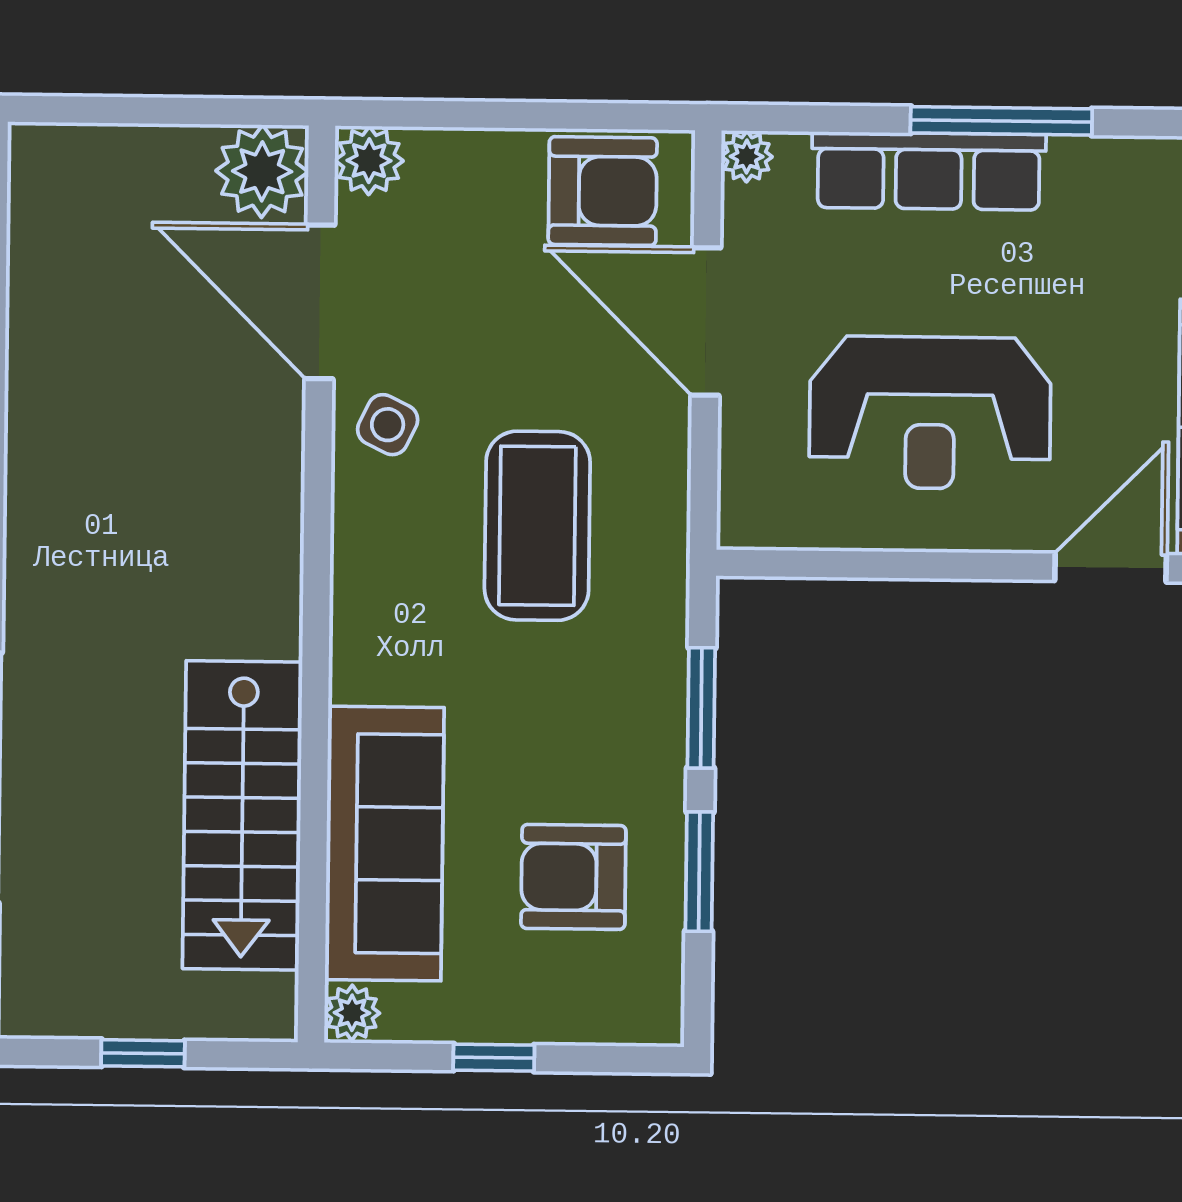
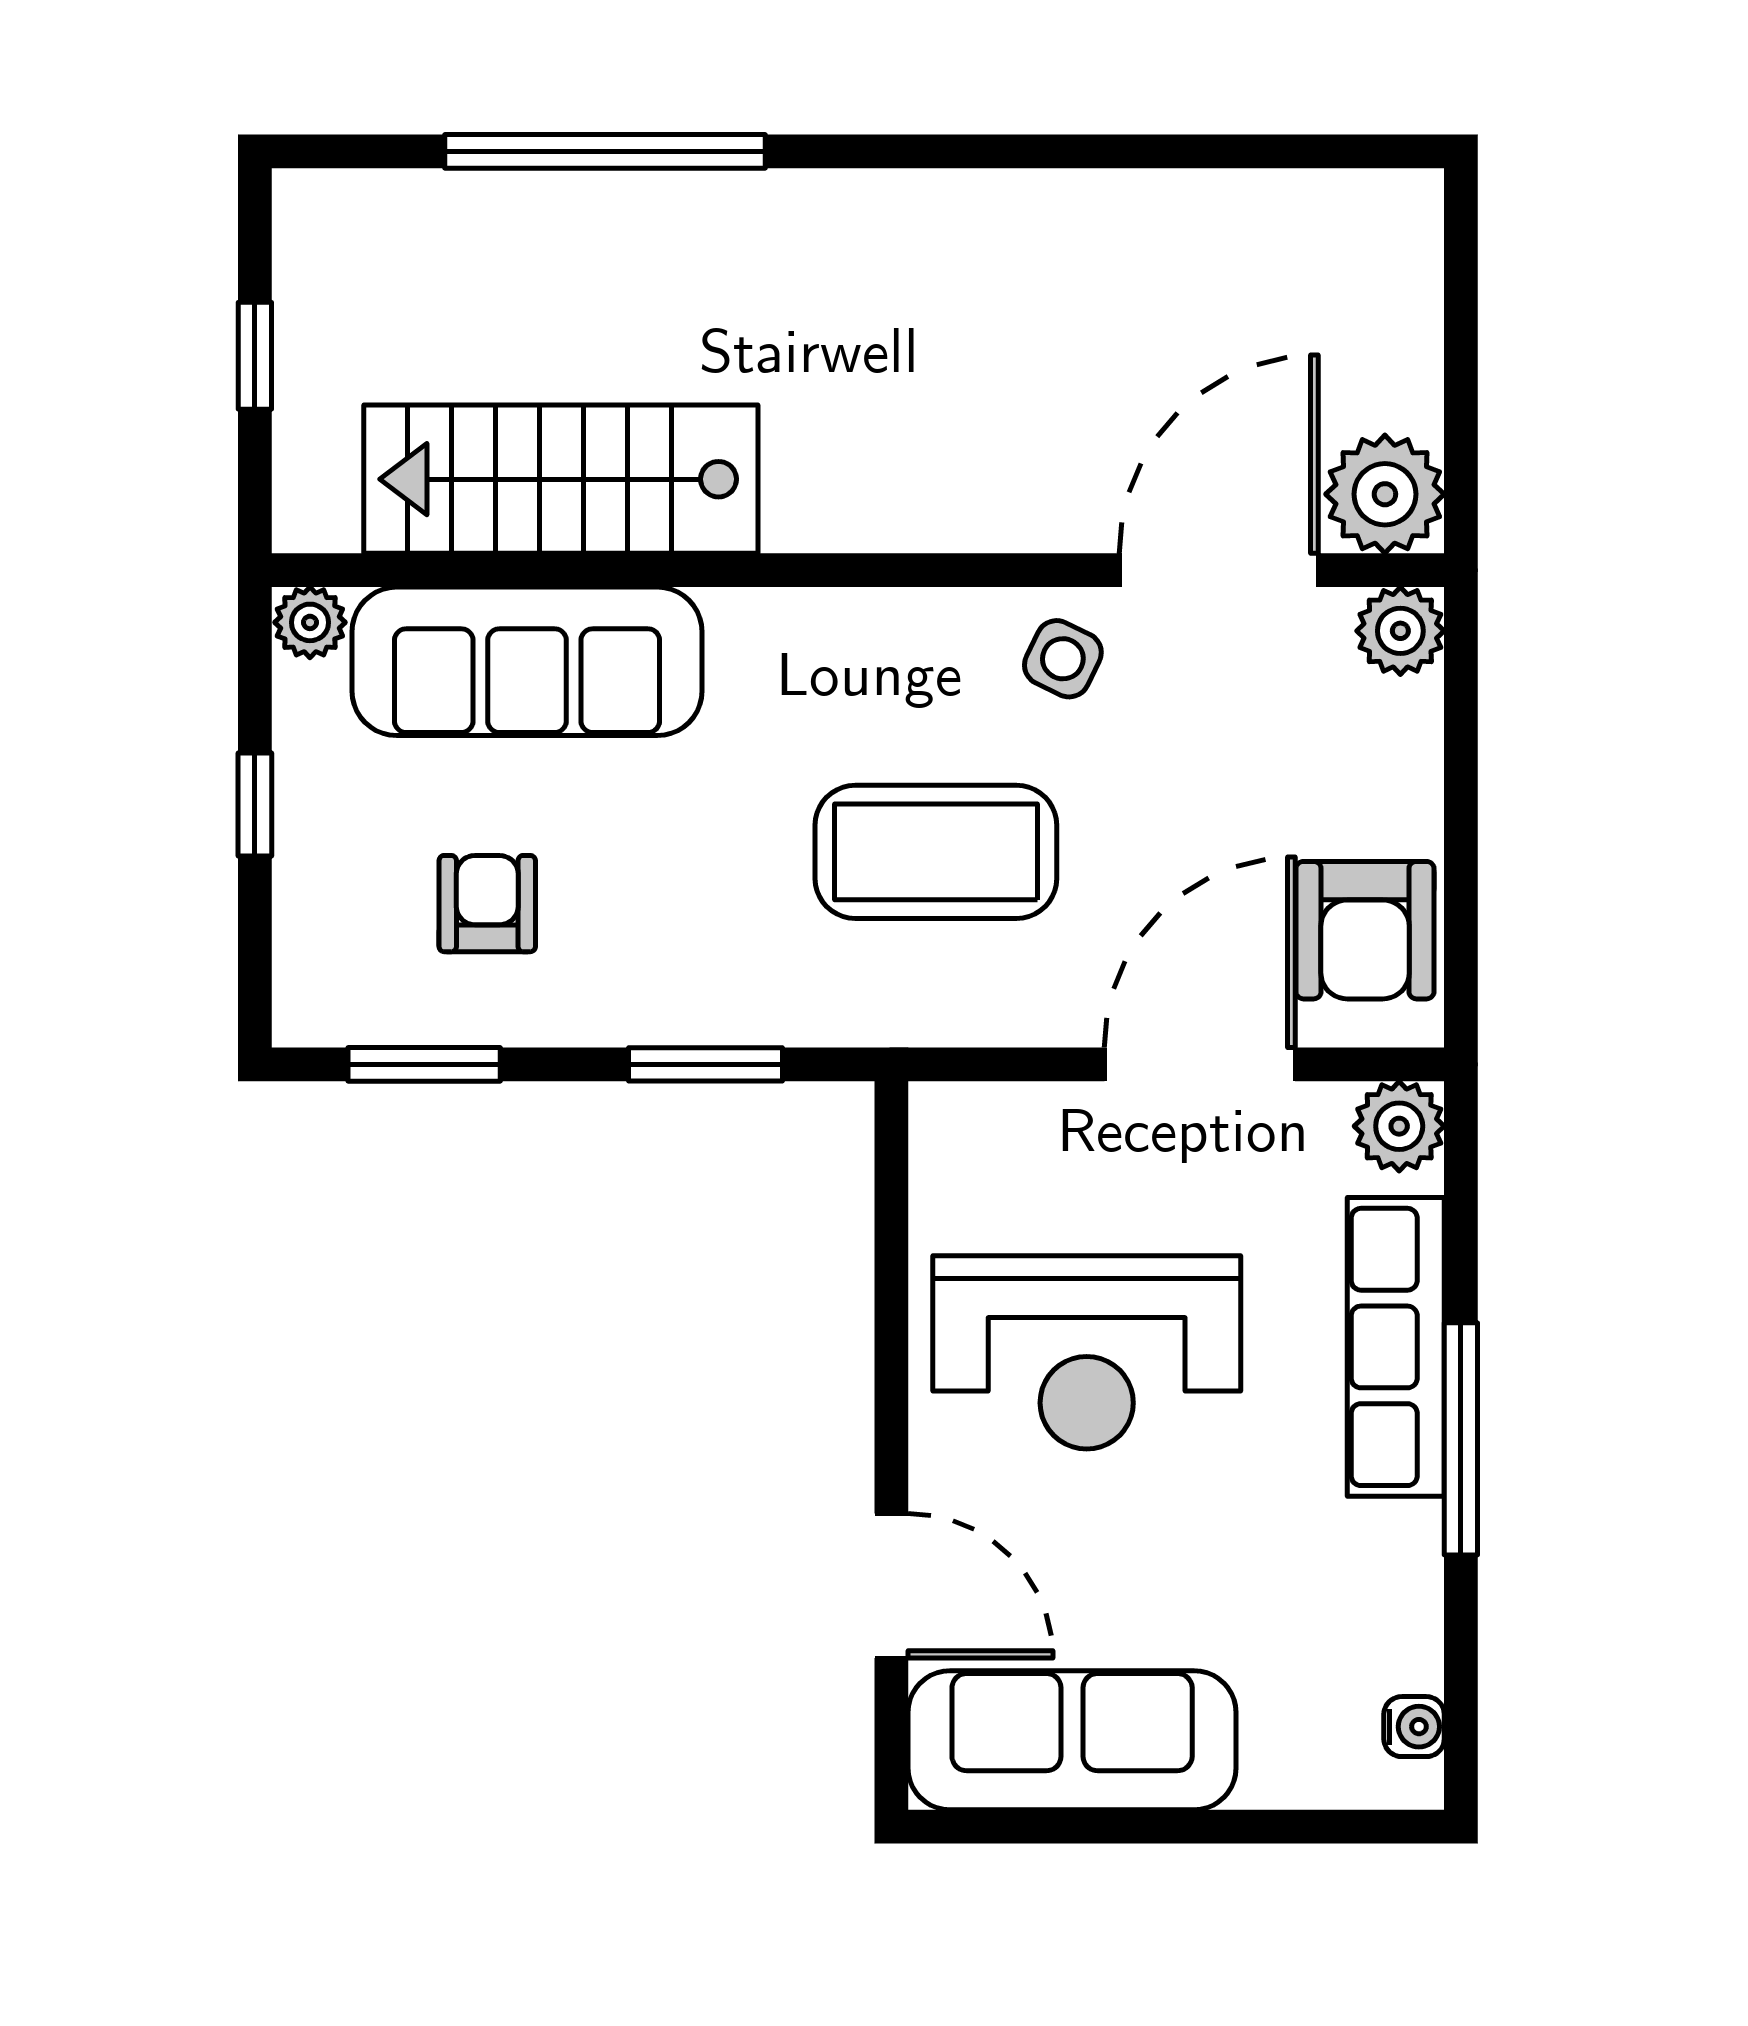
plant: (747, 157) -> (1399, 1126), width x1.38, depth x1.38
reception desk: (930, 413) -> (1087, 1352), turned -90
window: (699, 872) -> (424, 1064), moved
armchair: (573, 877) -> (487, 904), width x0.72, depth x0.72

